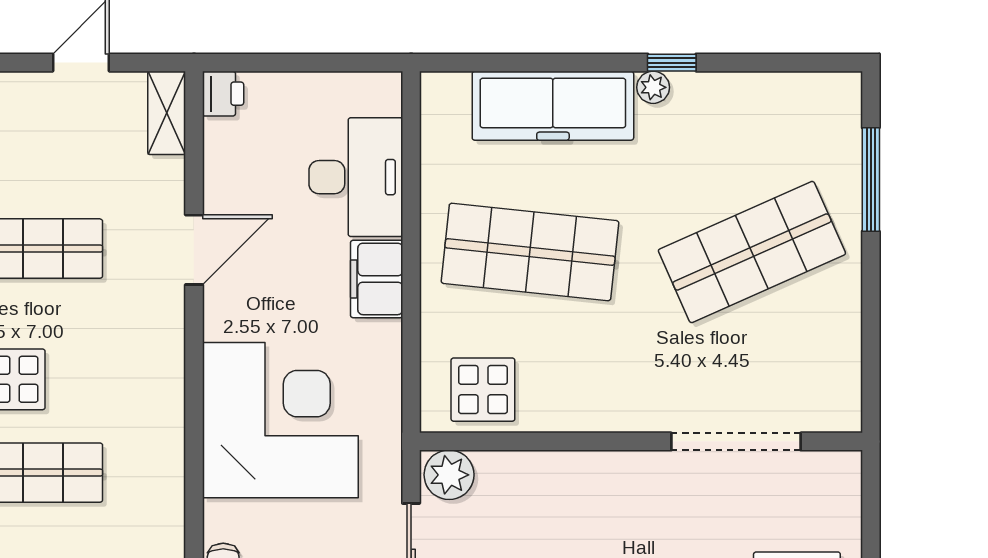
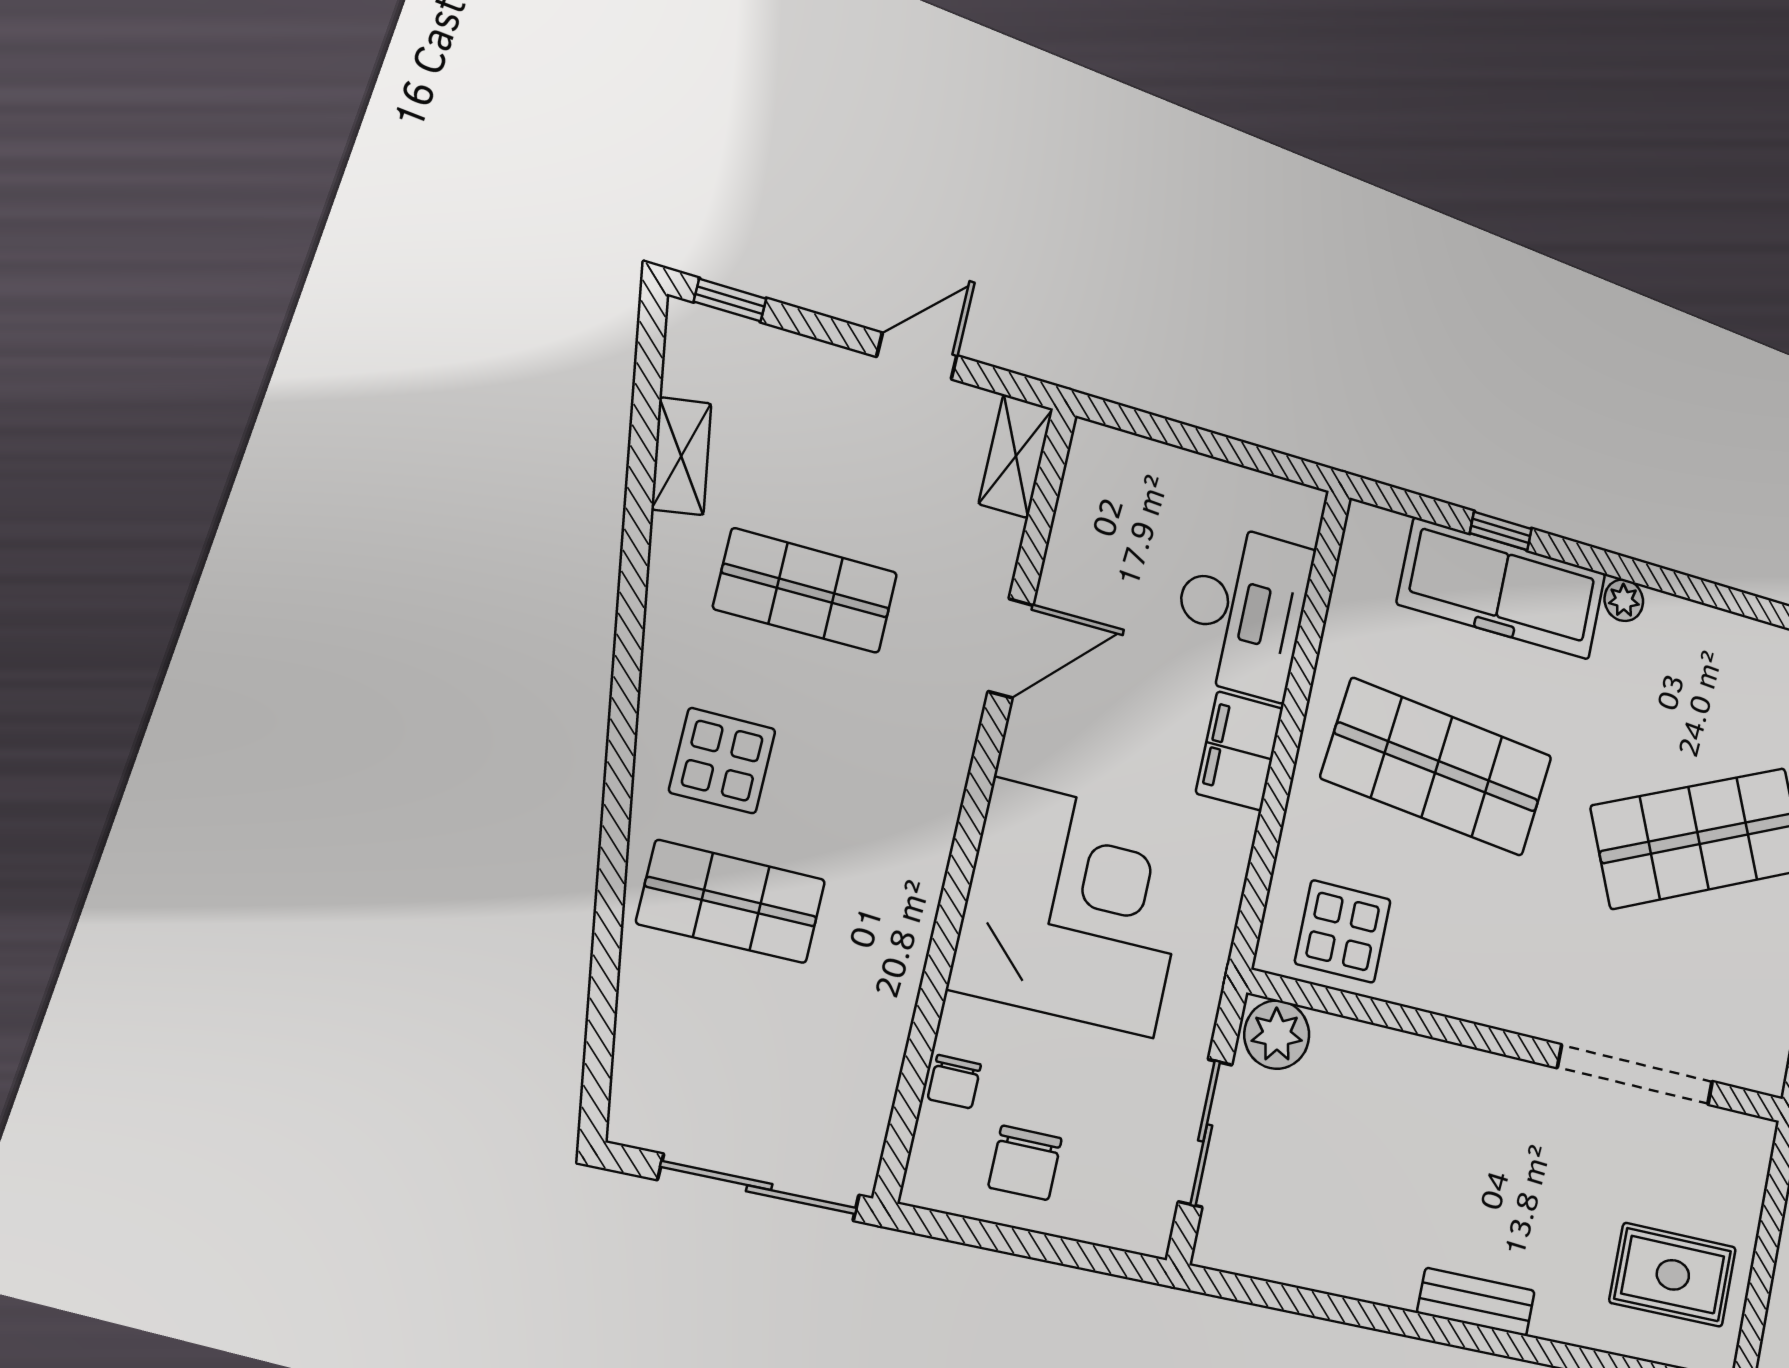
window: (672, 63) -> (1501, 531), moved
printer: (223, 94) -> (1095, 453), removed

